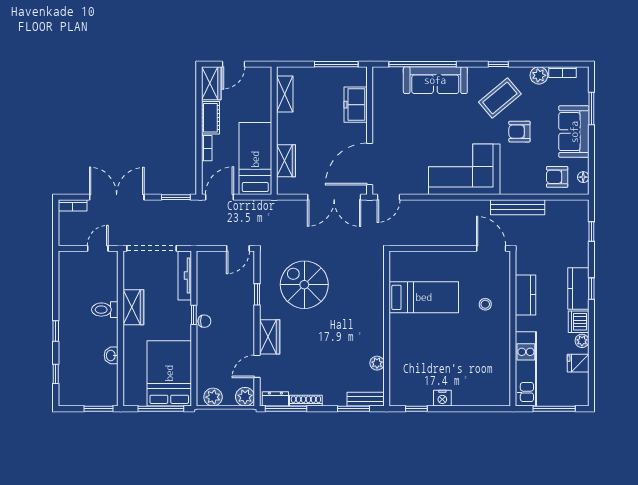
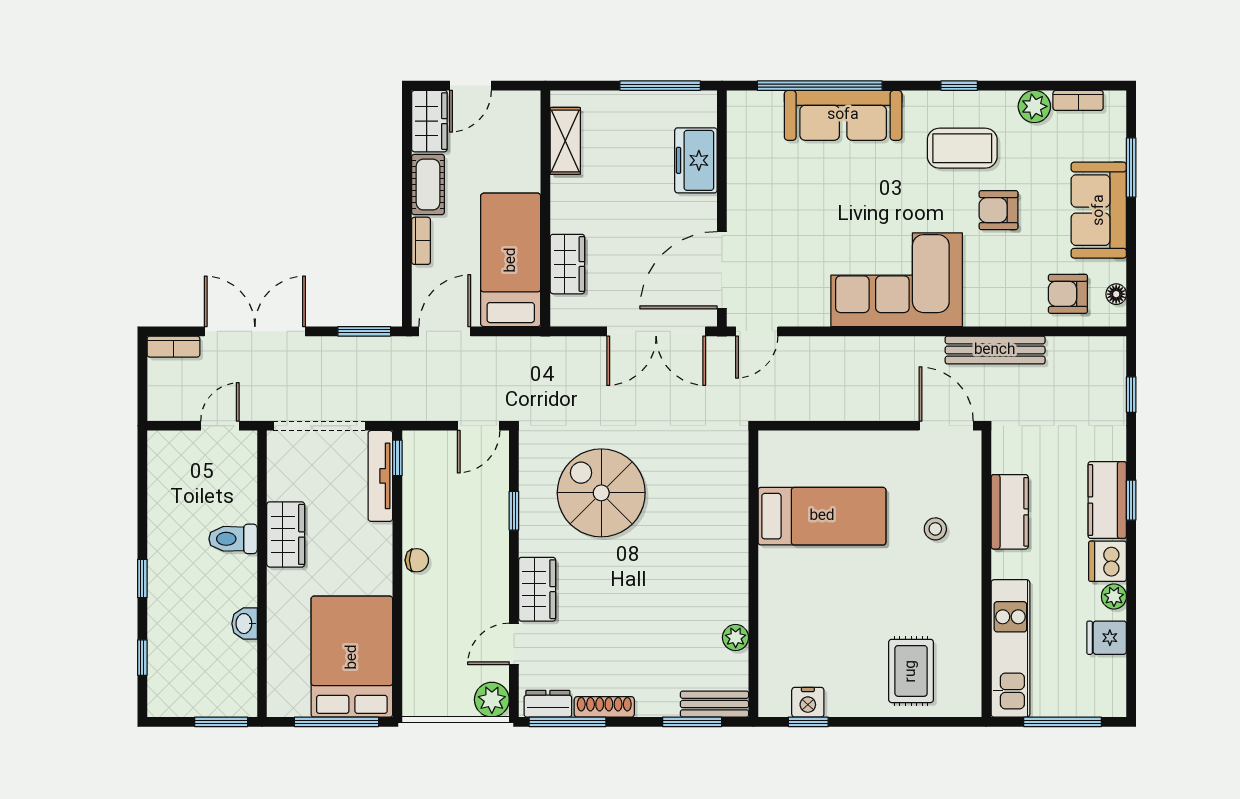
coffee table: (500, 98) -> (962, 148), turned 40
window: (194, 315) -> (397, 458), moved
rug: (472, 381) -> (911, 671), added
plant: (213, 397) -> (433, 700), removed
nightstand: (442, 398) -> (808, 702), moved

